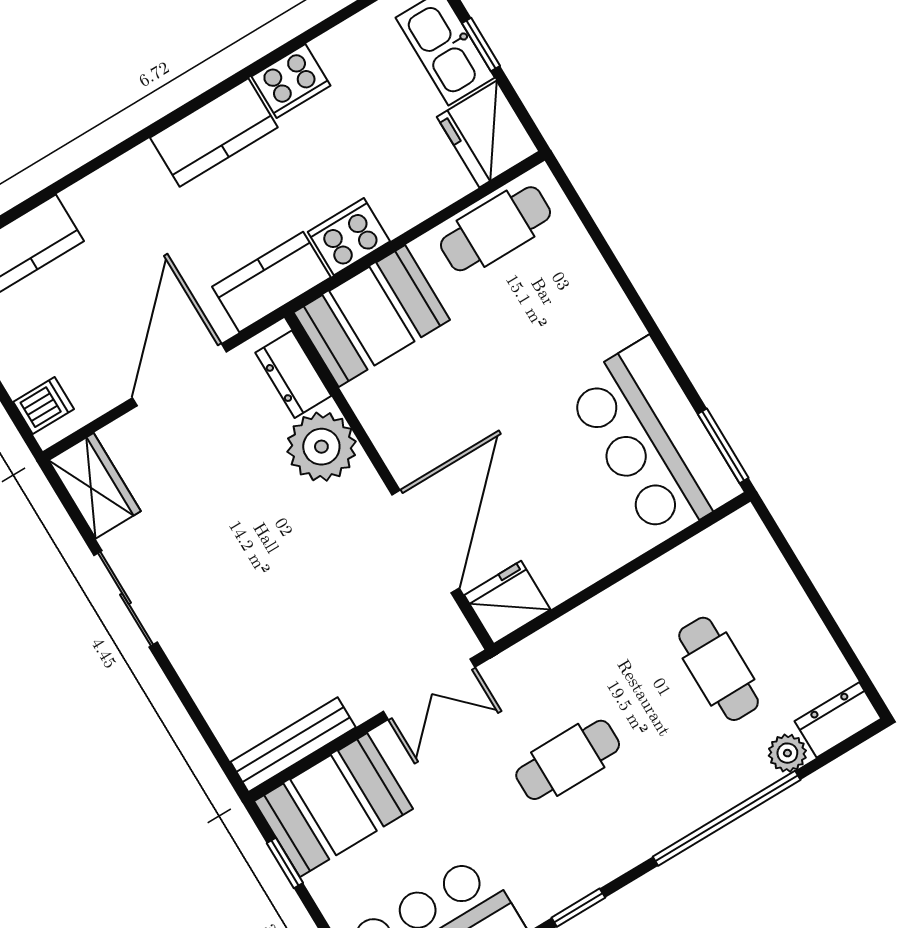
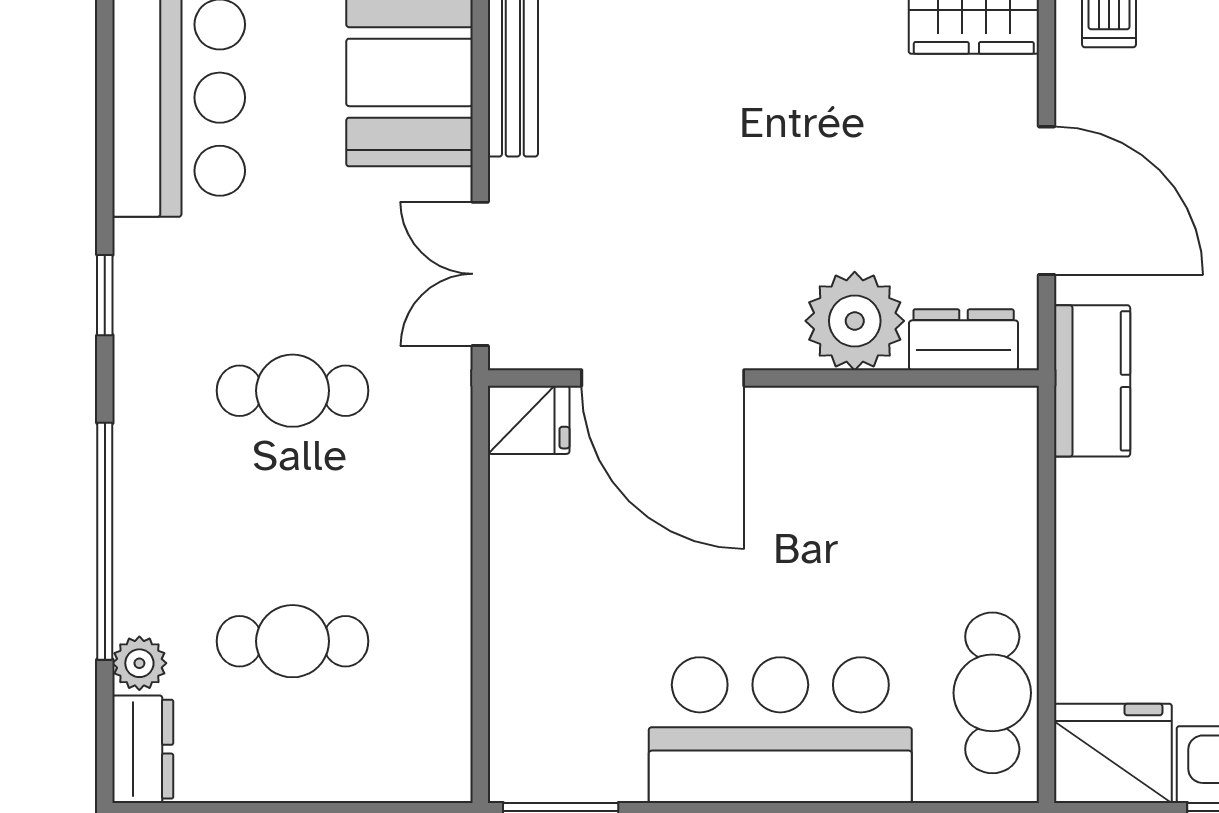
cooker: (349, 237) -> (1090, 509), removed
booth: (372, 316) -> (977, 478), removed
bar counter: (653, 440) -> (780, 730), moved
fridge: (507, 602) -> (529, 420), width x0.72
cafe table: (568, 760) -> (293, 391), turned 90

